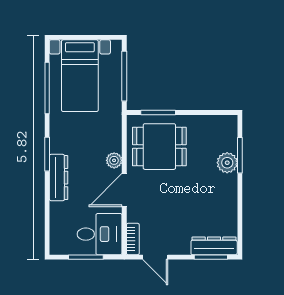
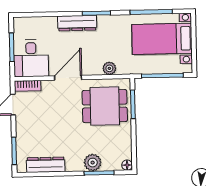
floor lamp: (231, 121) -> (127, 165), added
dining table: (159, 147) -> (105, 106), turned 90
plant: (114, 160) -> (109, 68), moved
door: (124, 190) -> (68, 78), hinge flipped
dresser: (214, 246) -> (46, 165), moved, turned -90

